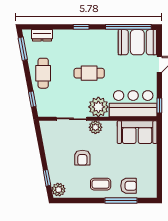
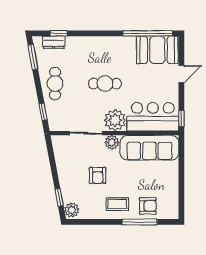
window: (81, 27) -> (59, 33), moved
sofa: (137, 132) -> (149, 148), width x1.36

